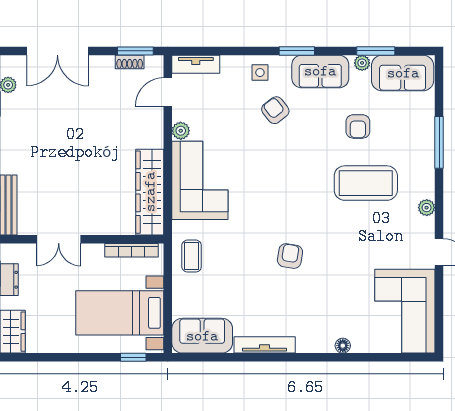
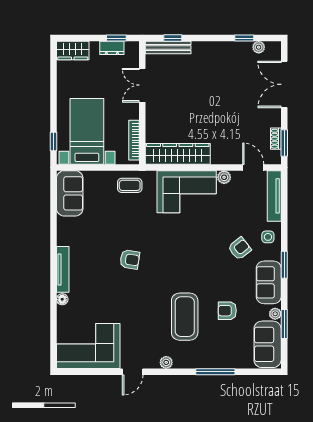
tv unit: (196, 64) -> (274, 196), width x1.41
tv unit: (265, 345) -> (63, 269), moved

